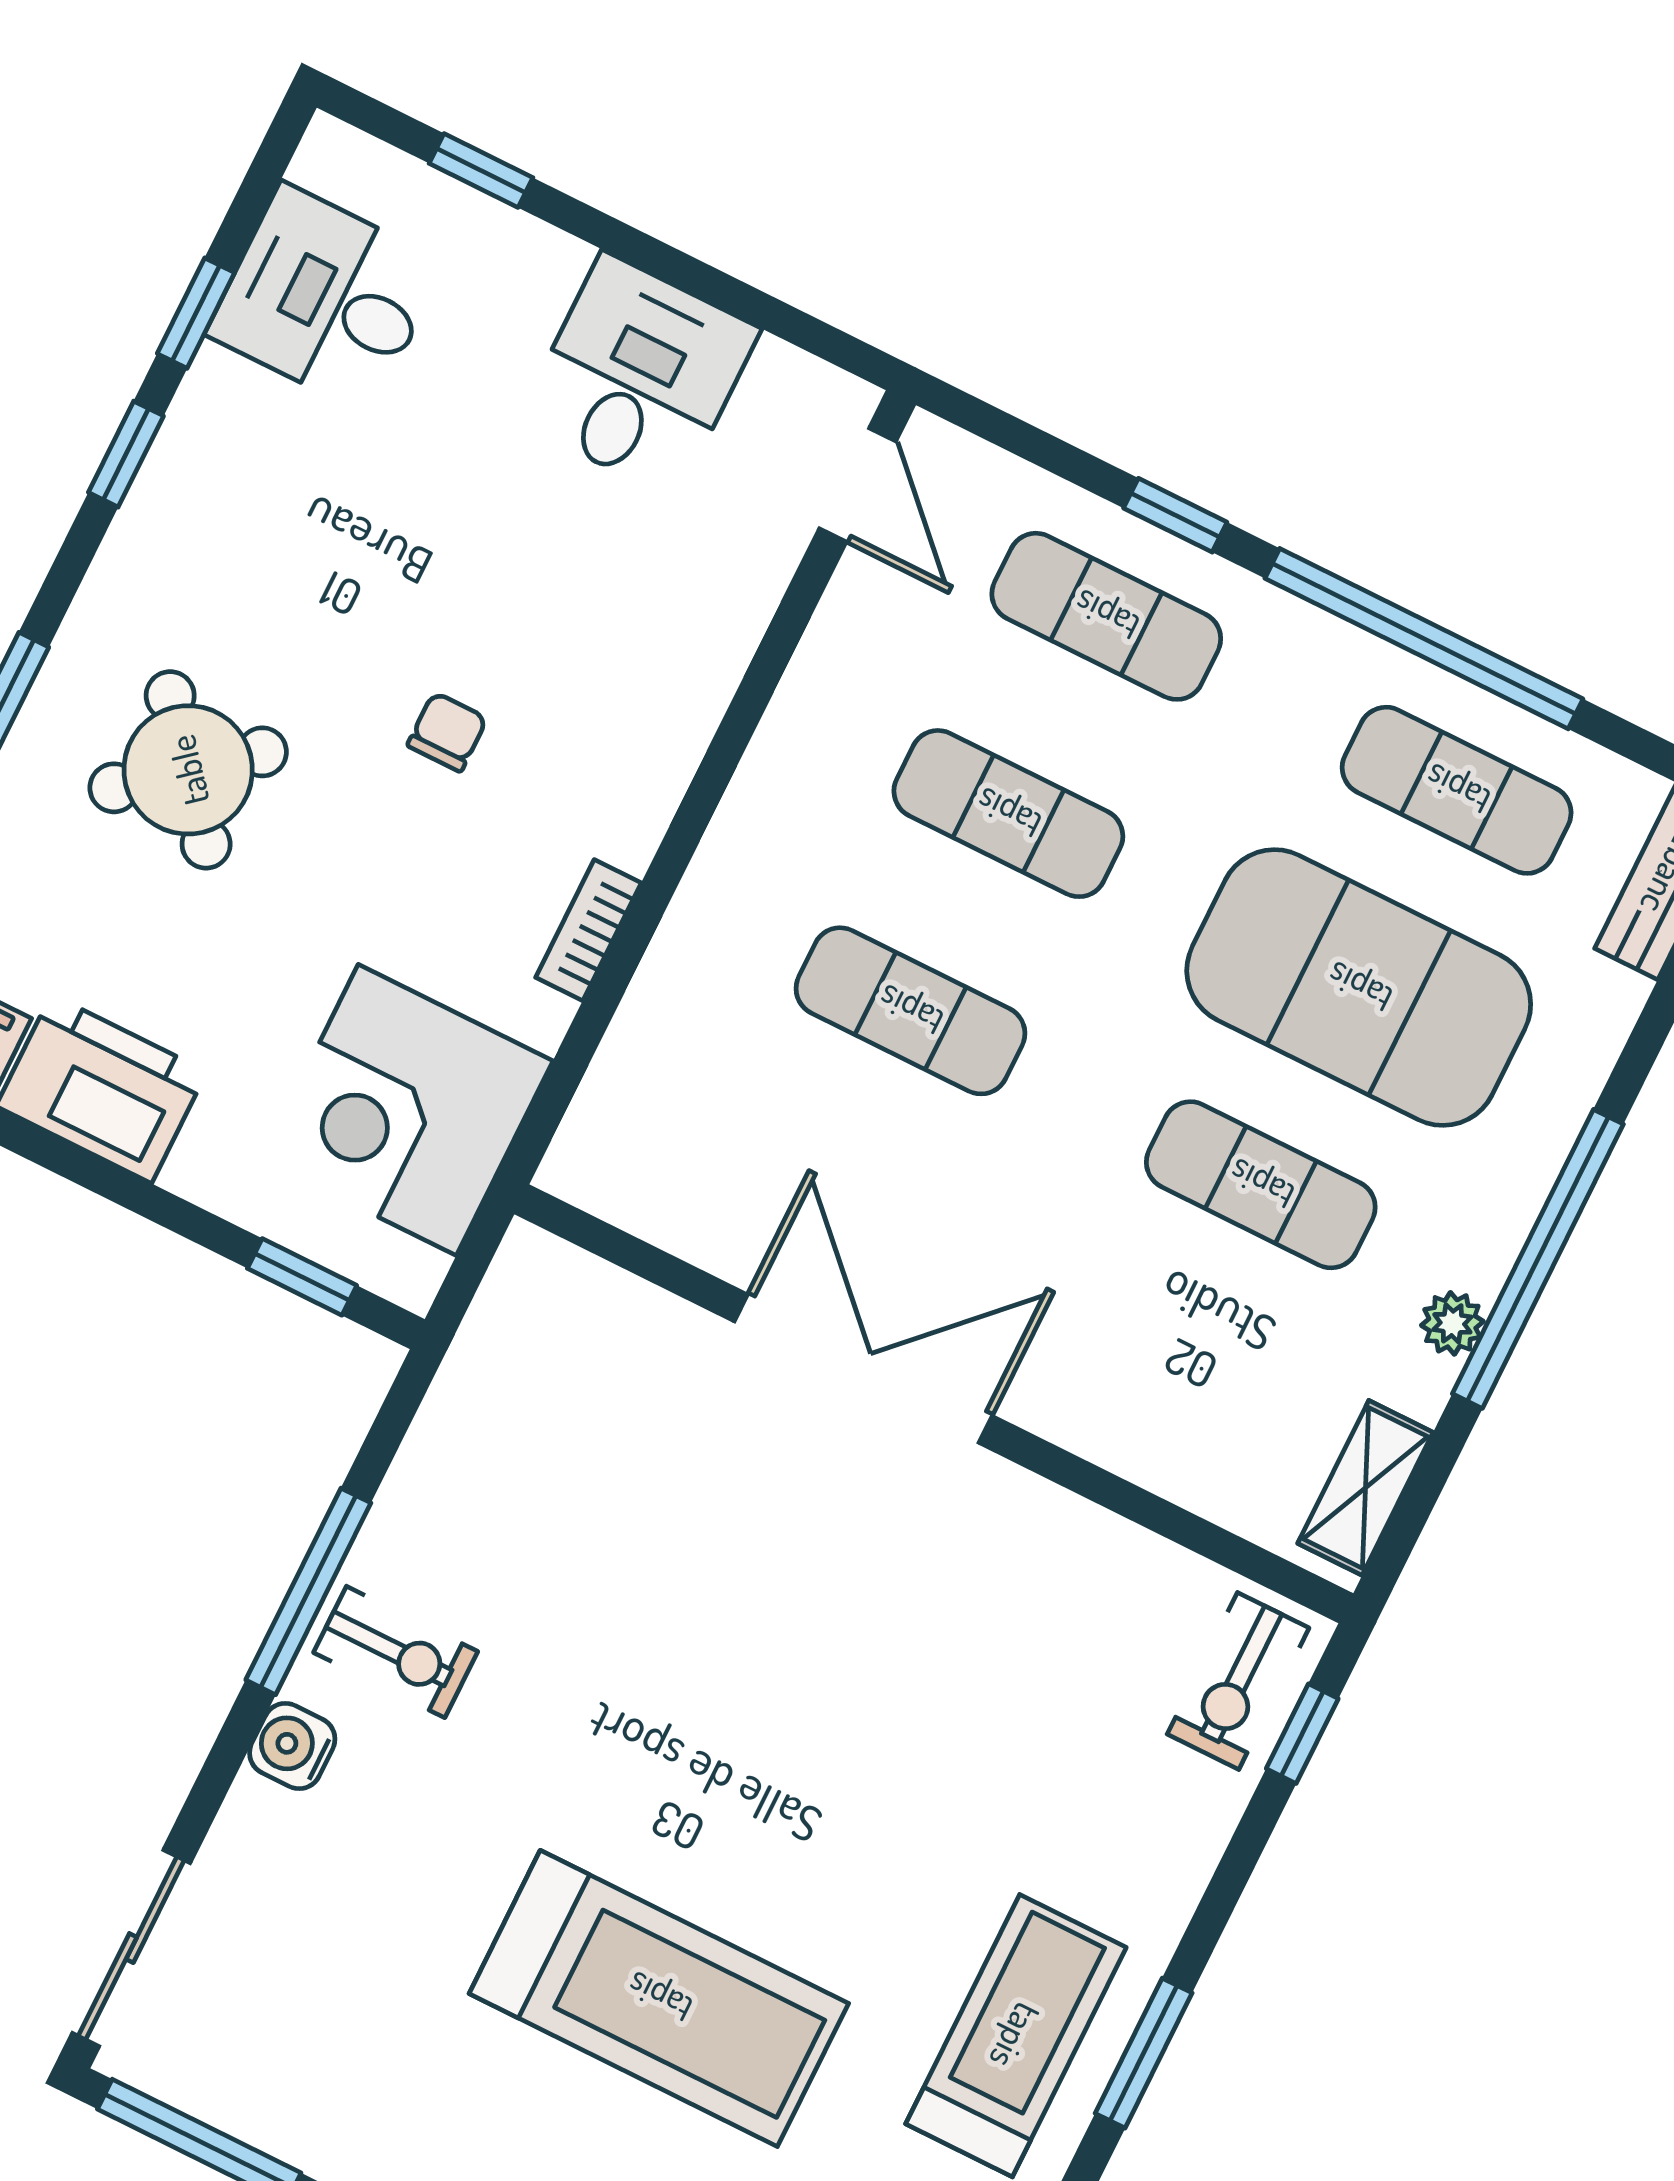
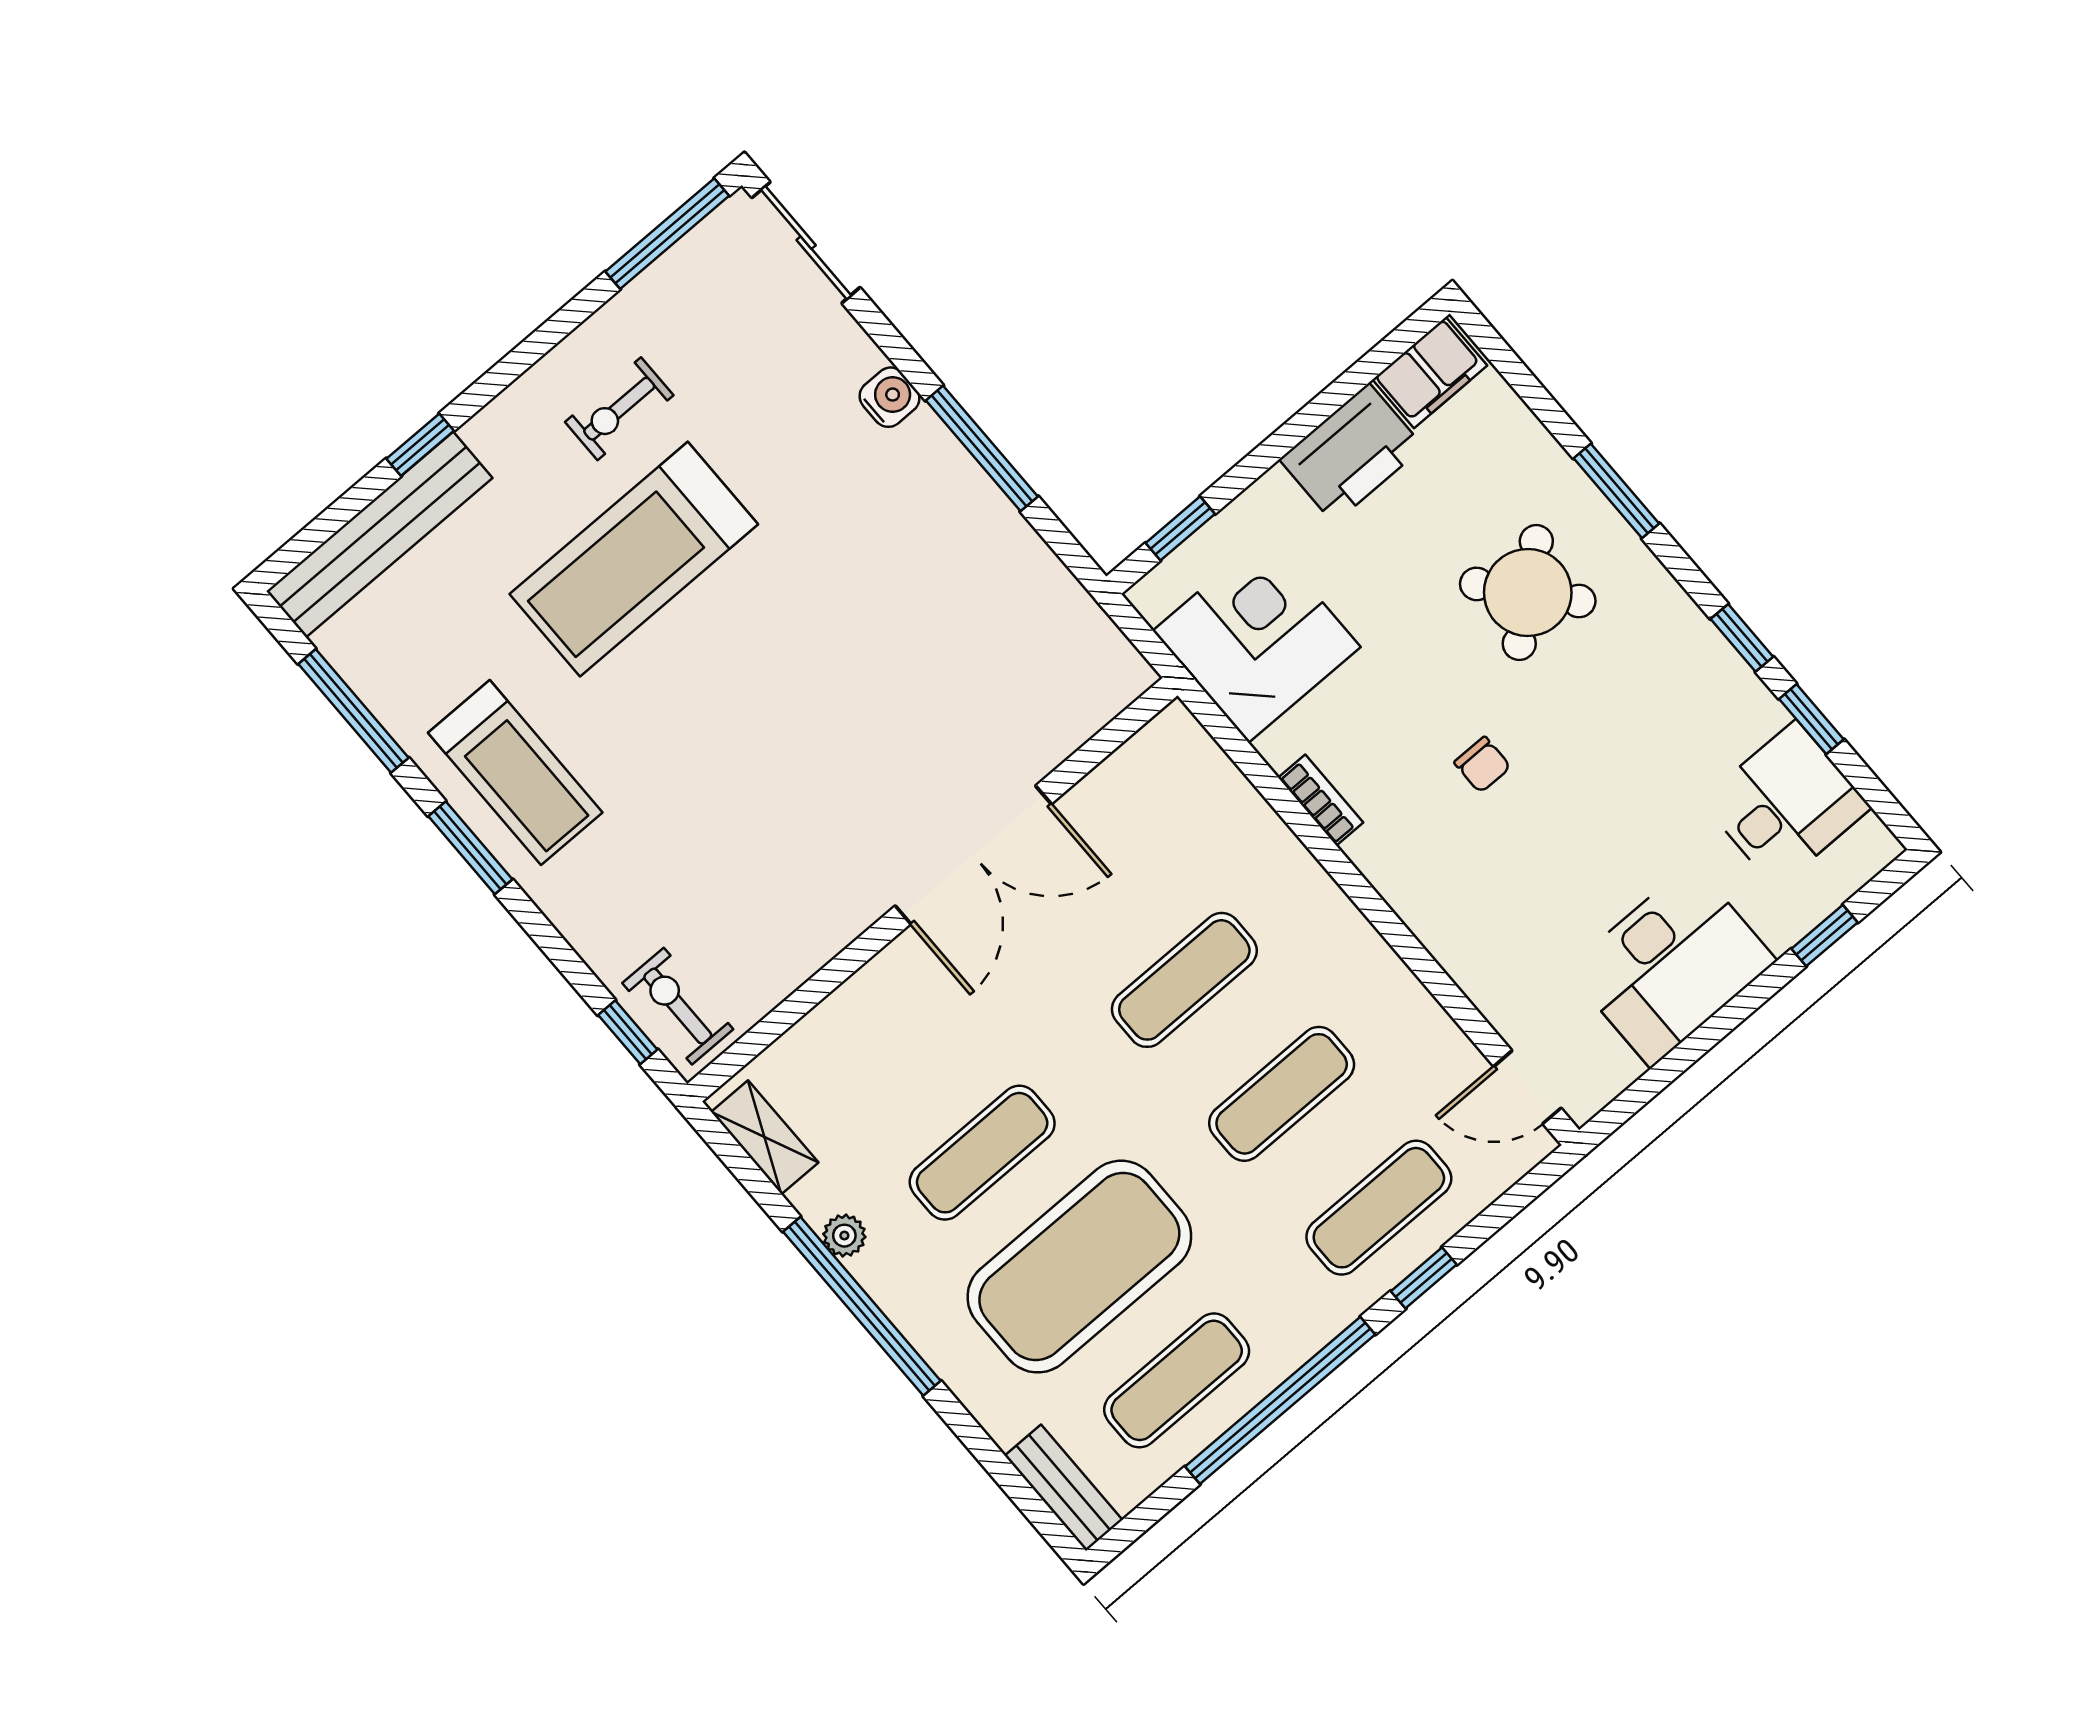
desk: (639, 375) -> (1671, 965), width x1.37
exercise bike: (396, 1652) -> (619, 409), moved

